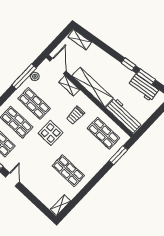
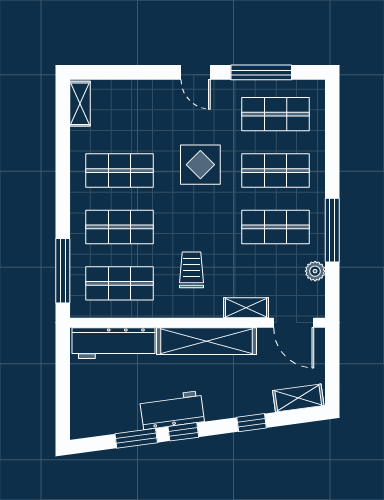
window: (103, 46) -> (252, 423), added
window: (24, 76) -> (332, 230), moved
workbench: (143, 88) -> (172, 410), moved
display table: (51, 133) -> (200, 165), moved
shop shelf: (86, 152) -> (120, 227), added
window: (118, 155) -> (63, 271), width x1.44

